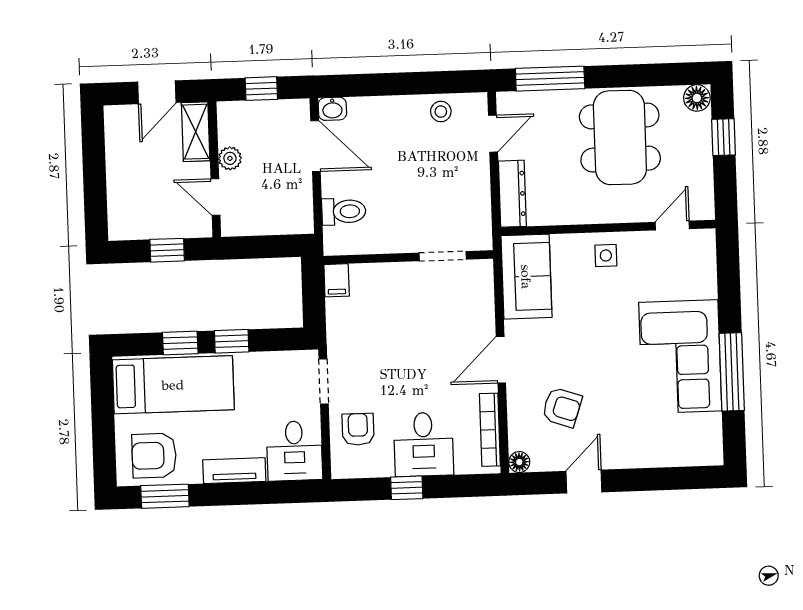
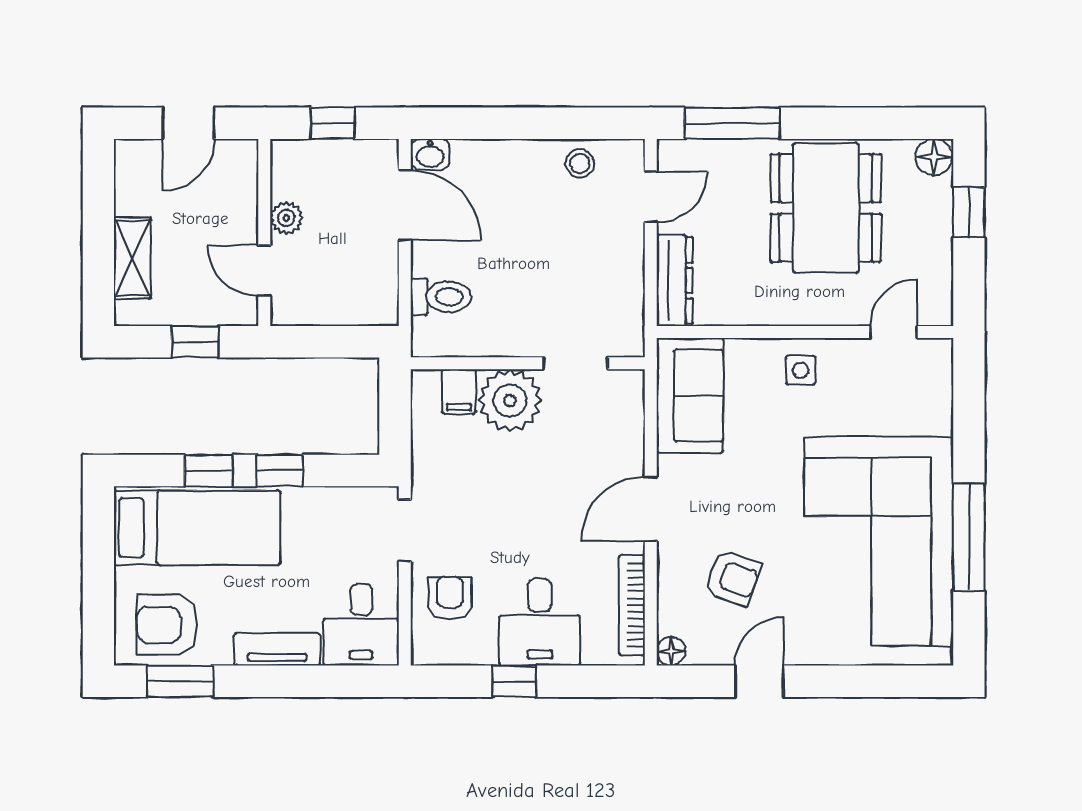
shelving: (196, 132) -> (132, 258), moved
filing cabinet: (337, 280) -> (459, 392), moved
plant: (396, 285) -> (510, 400), added
corner sofa: (680, 357) -> (879, 541), width x1.36, depth x1.36

